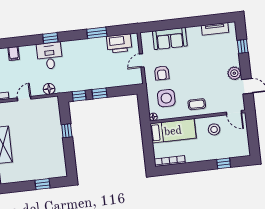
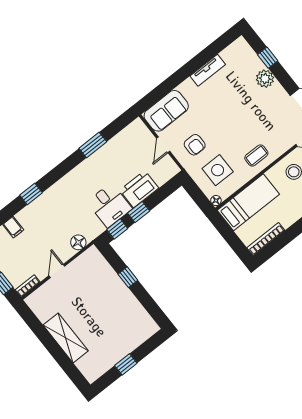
tv unit: (215, 29) -> (208, 70), moved
window: (50, 38) -> (31, 194), moved
sofa: (170, 39) -> (166, 111), moved
printer: (119, 43) -> (139, 189), moved, turned 180
desk: (50, 56) -> (109, 205), moved, turned 180
plant: (234, 73) -> (265, 79), moved
window: (43, 184) -> (126, 364), moved

